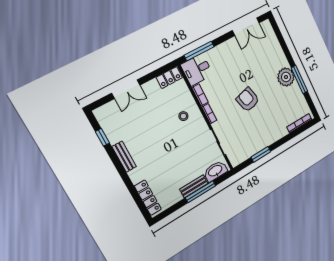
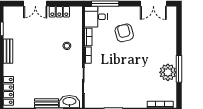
plant: (286, 77) -> (168, 72), moved
locker: (169, 78) -> (59, 12), moved
armchair: (248, 100) -> (124, 33), moved

